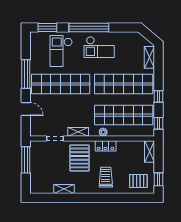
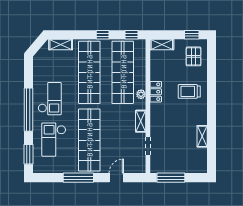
checkout: (61, 51) -> (54, 140), turned 90
pallet: (79, 158) -> (169, 120), removed

